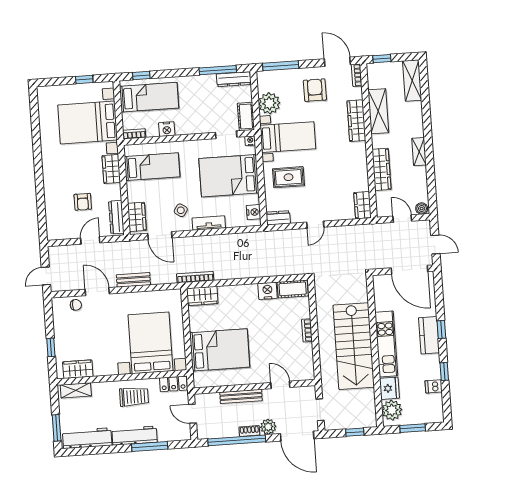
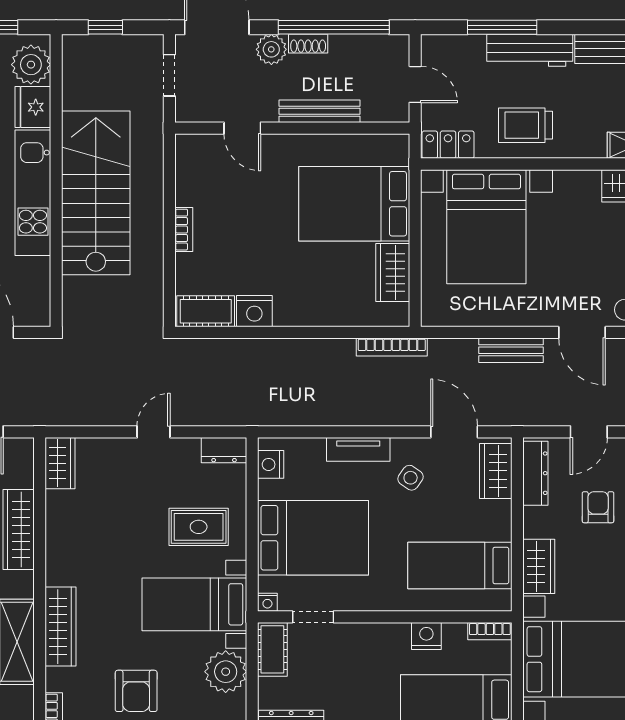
wardrobe: (202, 296) -> (393, 273), moved, turned -90

